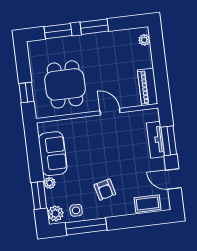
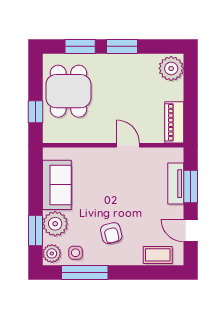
plant: (144, 40) -> (171, 68), width x1.88, depth x1.88
dining table: (65, 84) -> (68, 91), moved
plant: (50, 183) -> (55, 224), width x1.88, depth x1.88

